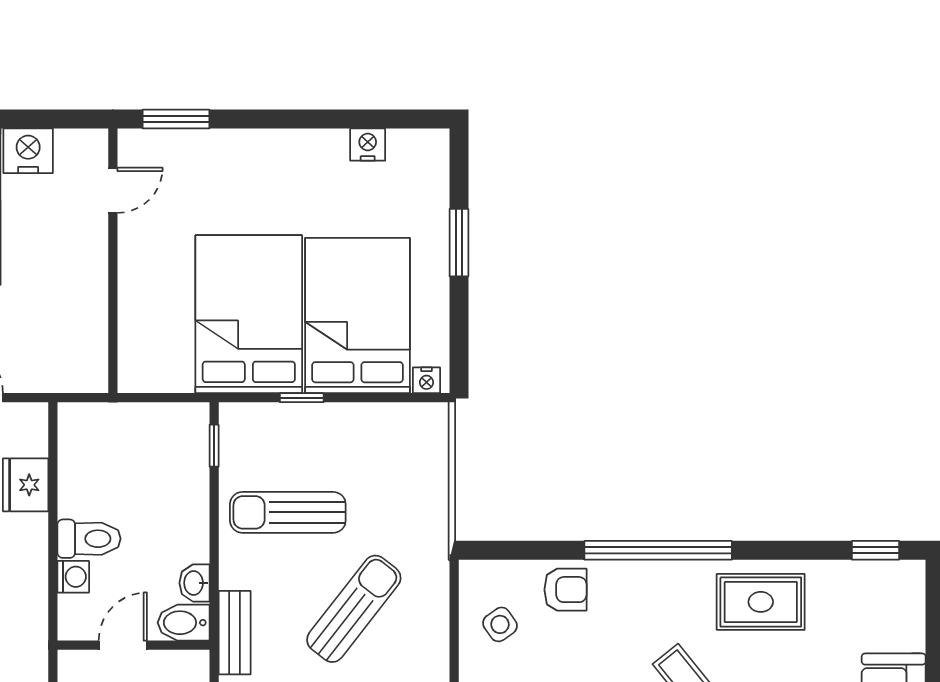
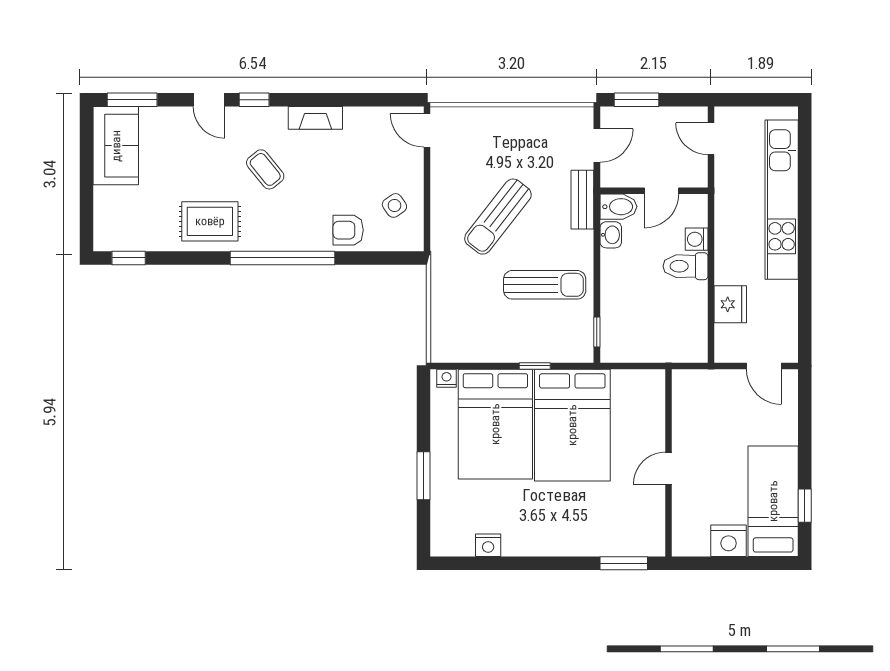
door: (113, 190) -> (669, 468), moved

